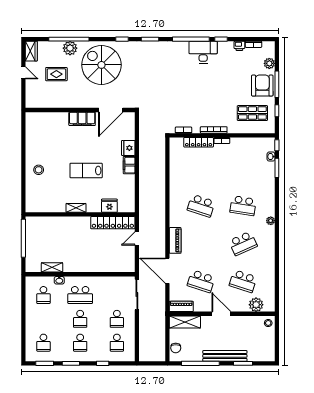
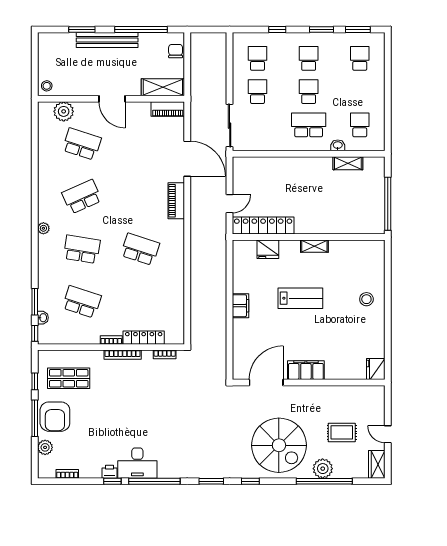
printer: (239, 46) -> (110, 472), moved
fridge: (128, 148) -> (376, 369), moved, turned 180
school desk: (201, 281) -> (82, 302), moved

